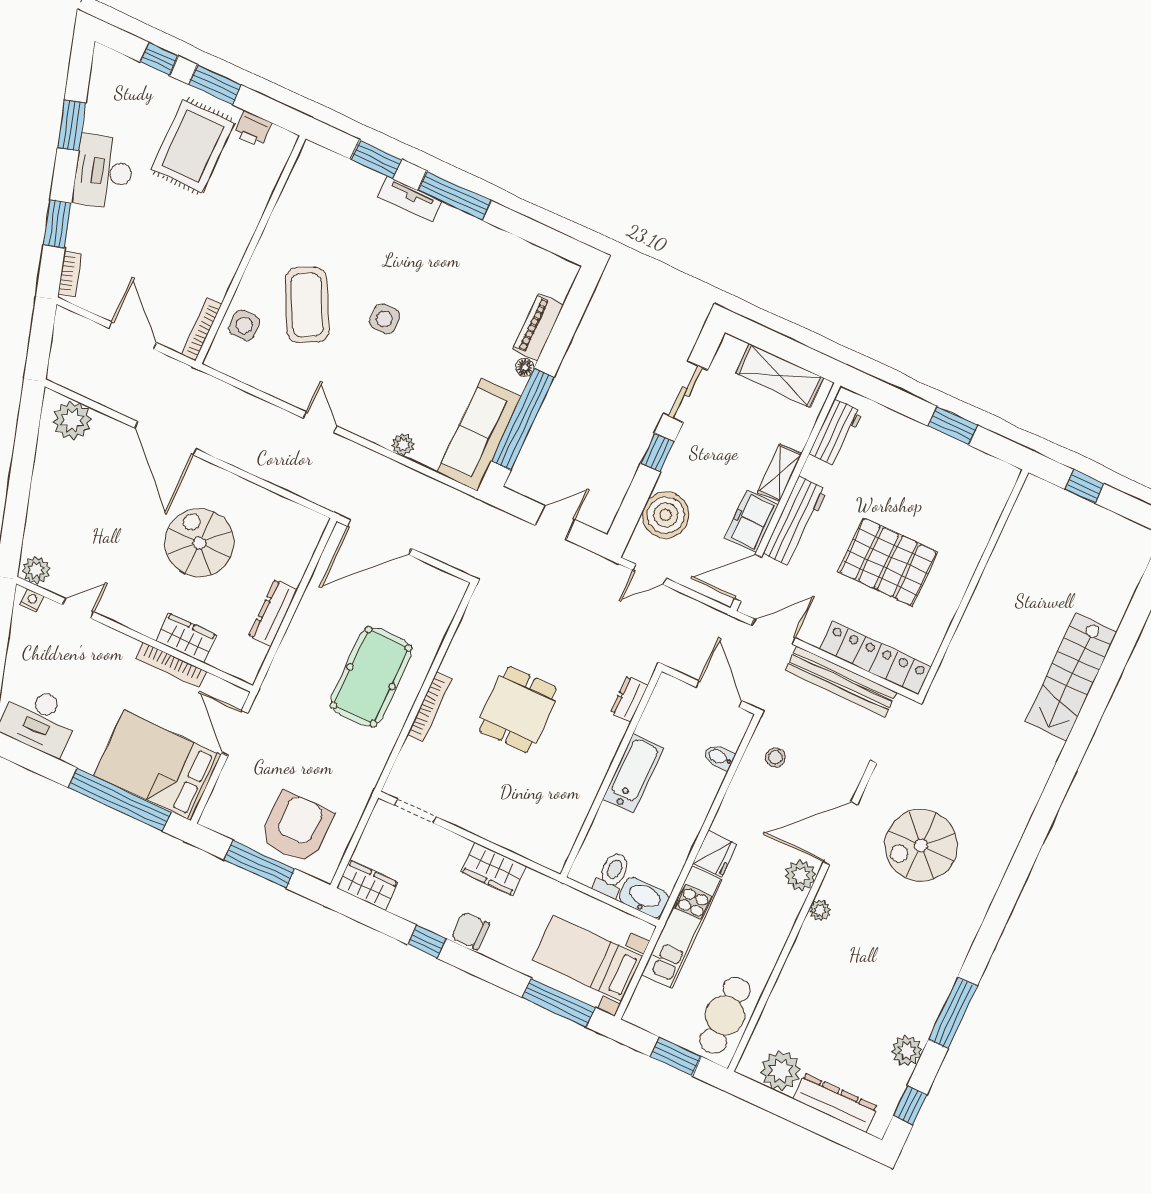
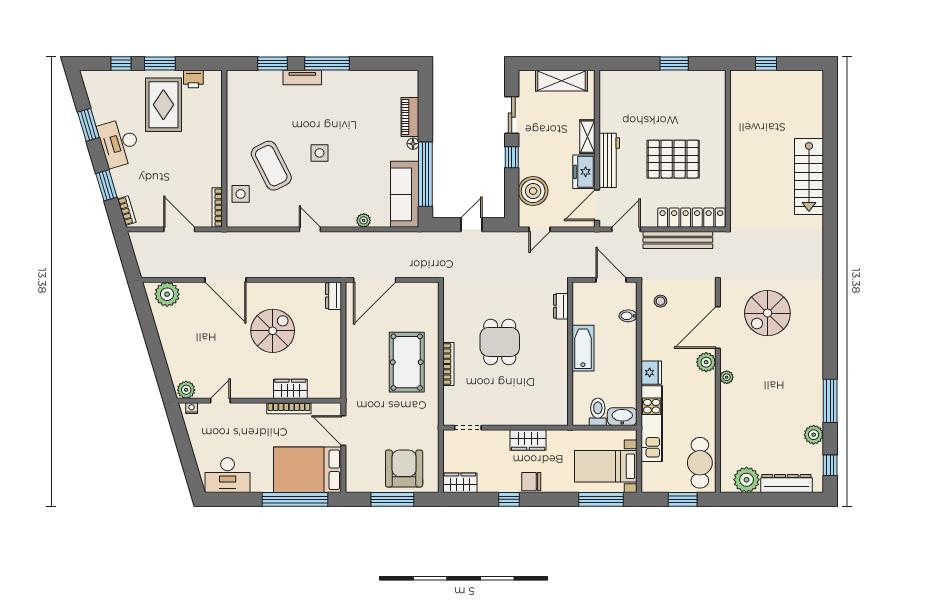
workbench: (836, 433) -> (609, 99), removed
spiral stairs: (199, 543) -> (273, 331), turned 90
dresser: (273, 613) -> (334, 296), moved, width x0.70

